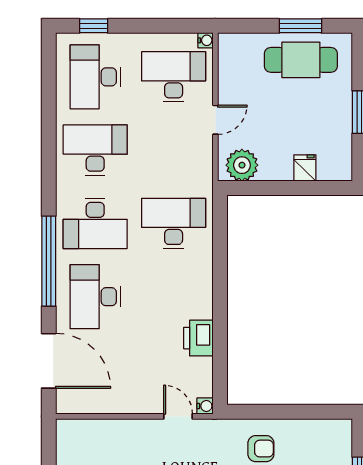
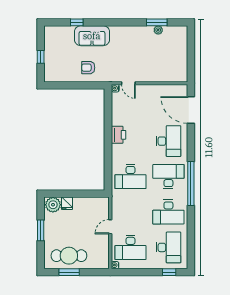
plant: (242, 165) -> (53, 205), moved
window: (49, 261) -> (191, 183), moved
printer: (198, 338) -> (118, 135), moved

